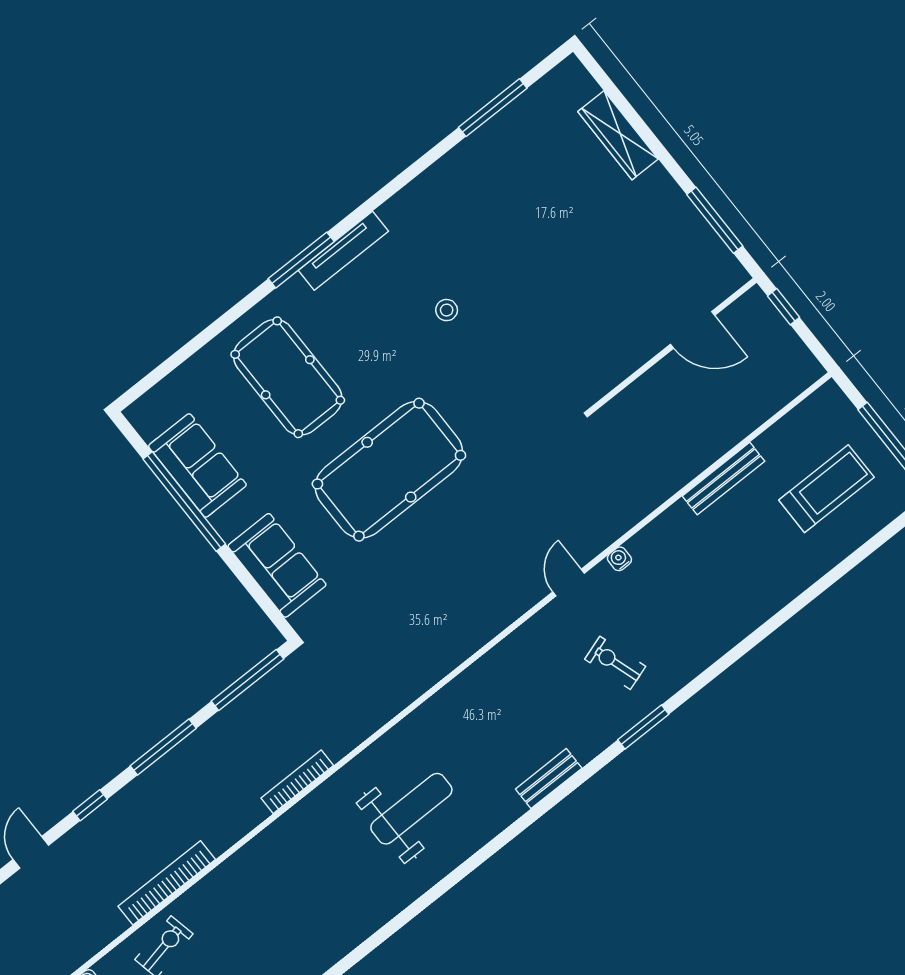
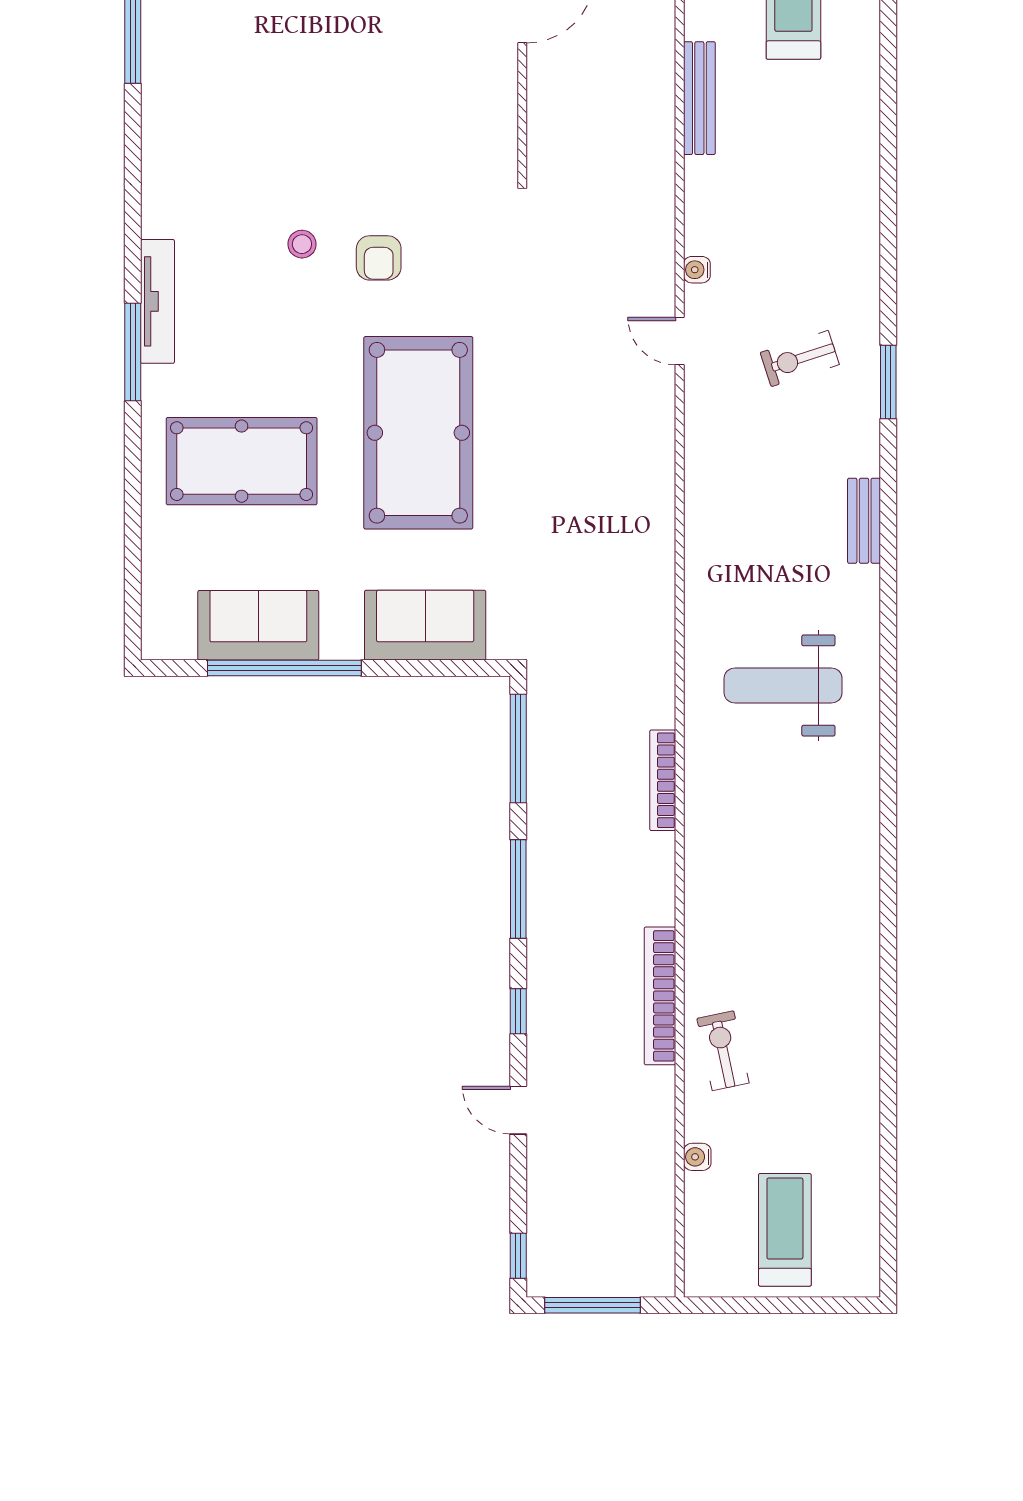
armchair: (475, 363) -> (379, 258), added
weight bench: (411, 809) -> (783, 686), turned -90

